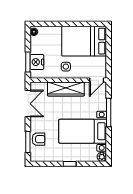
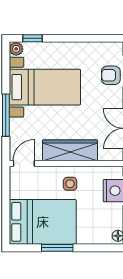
window: (74, 24) -> (57, 248), added
window: (70, 164) -> (33, 38), moved

